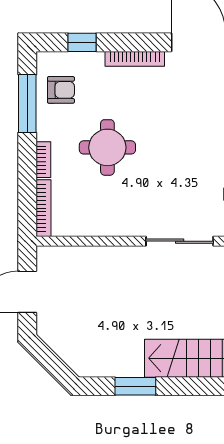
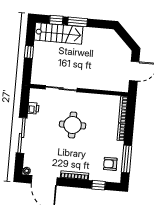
round table: (107, 147) -> (73, 125), moved
window: (135, 386) -> (77, 22), moved
window: (203, 386) -> (56, 20), added

